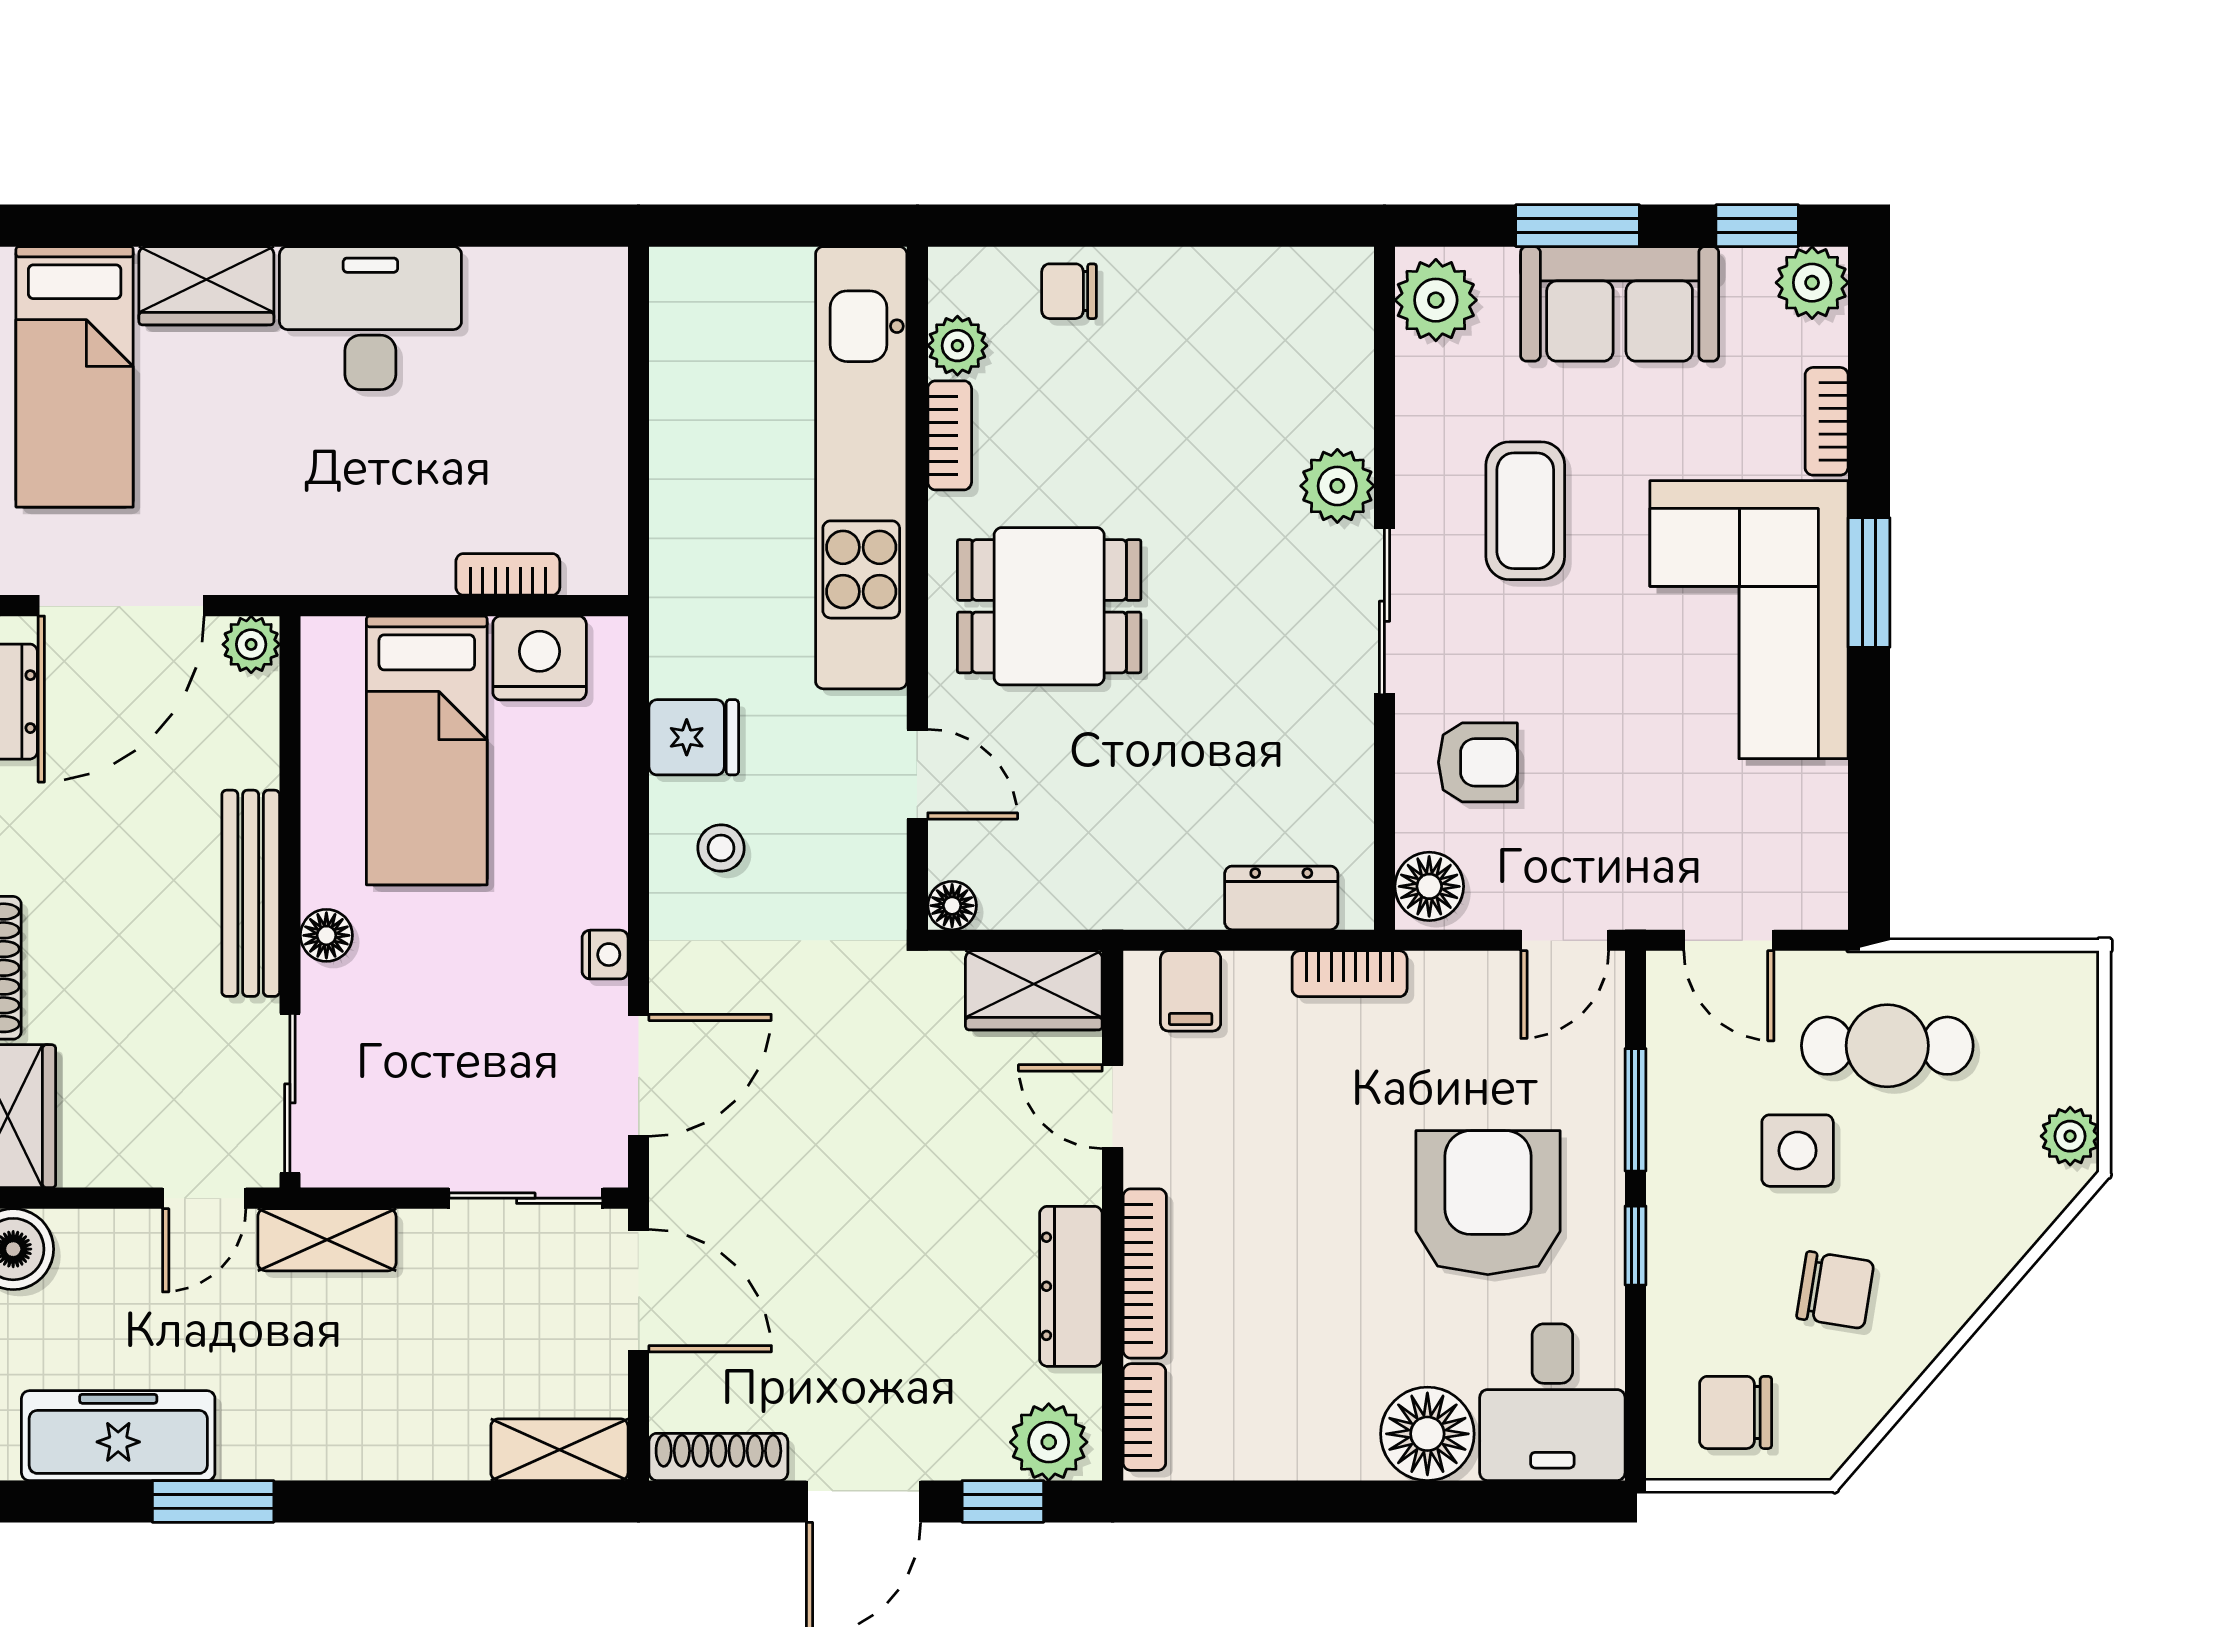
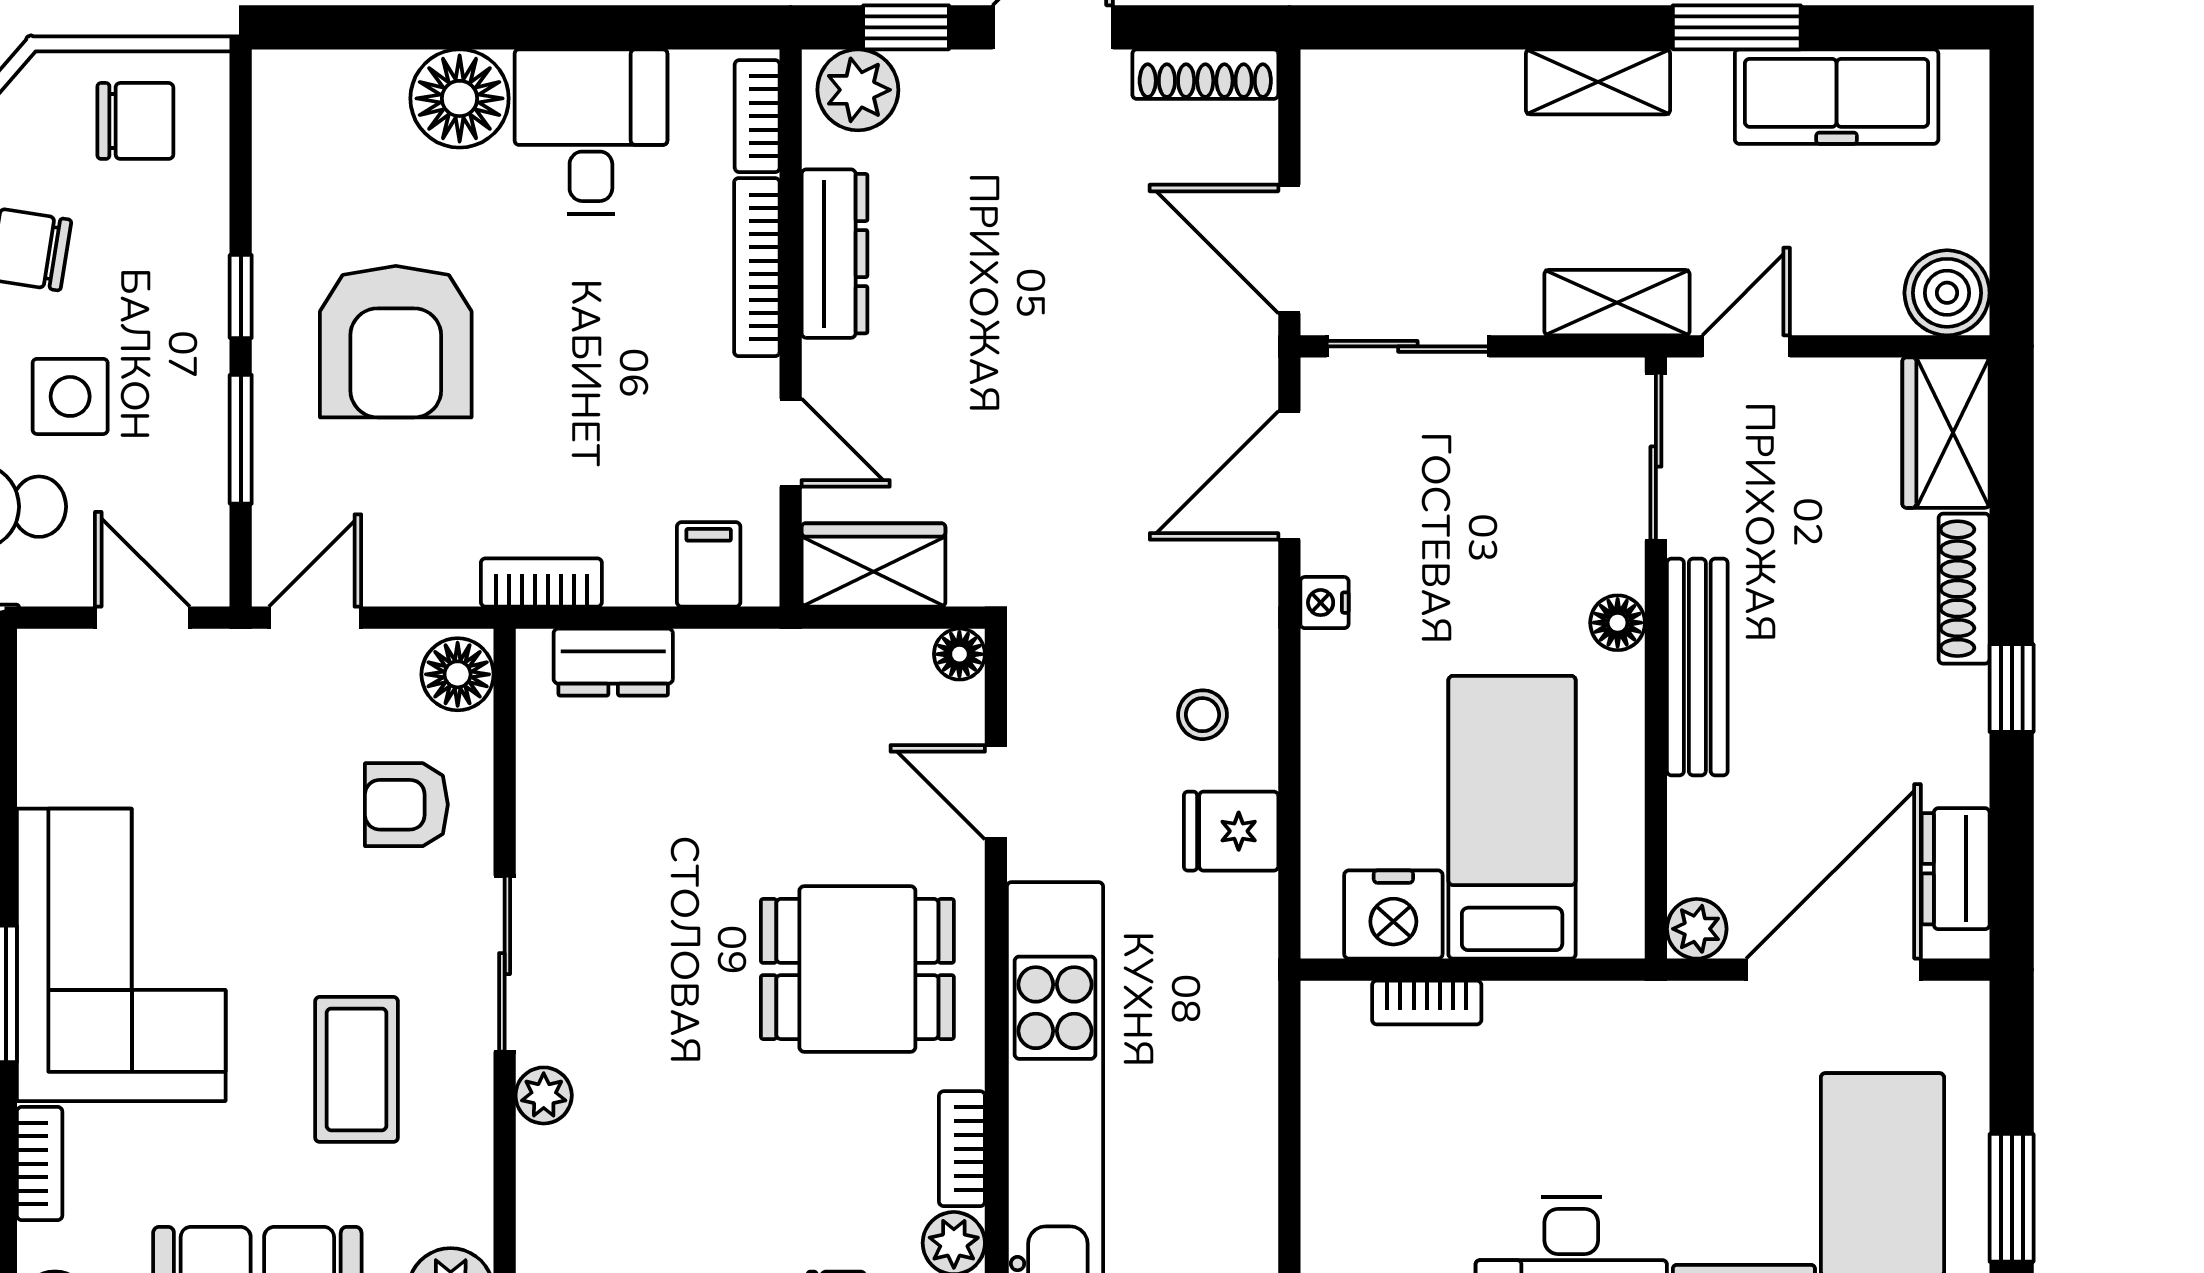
plant: (1337, 486) -> (544, 1095), width x0.73, depth x0.73
desk: (1552, 1402) -> (591, 132), moved
shelving: (559, 1450) -> (1598, 82), moved

